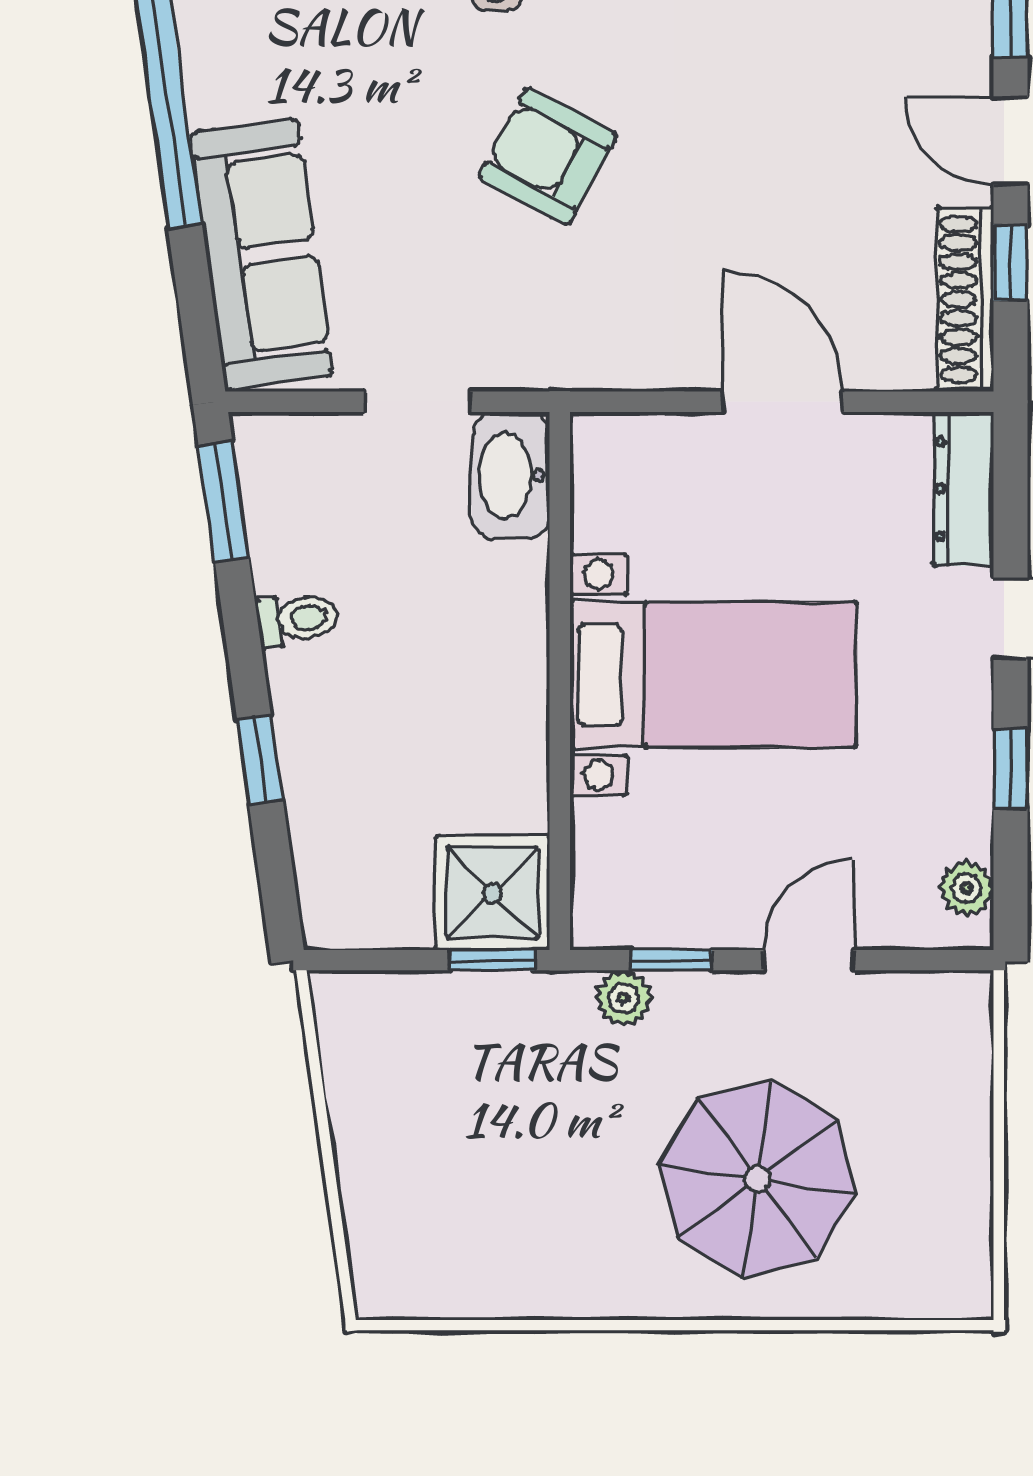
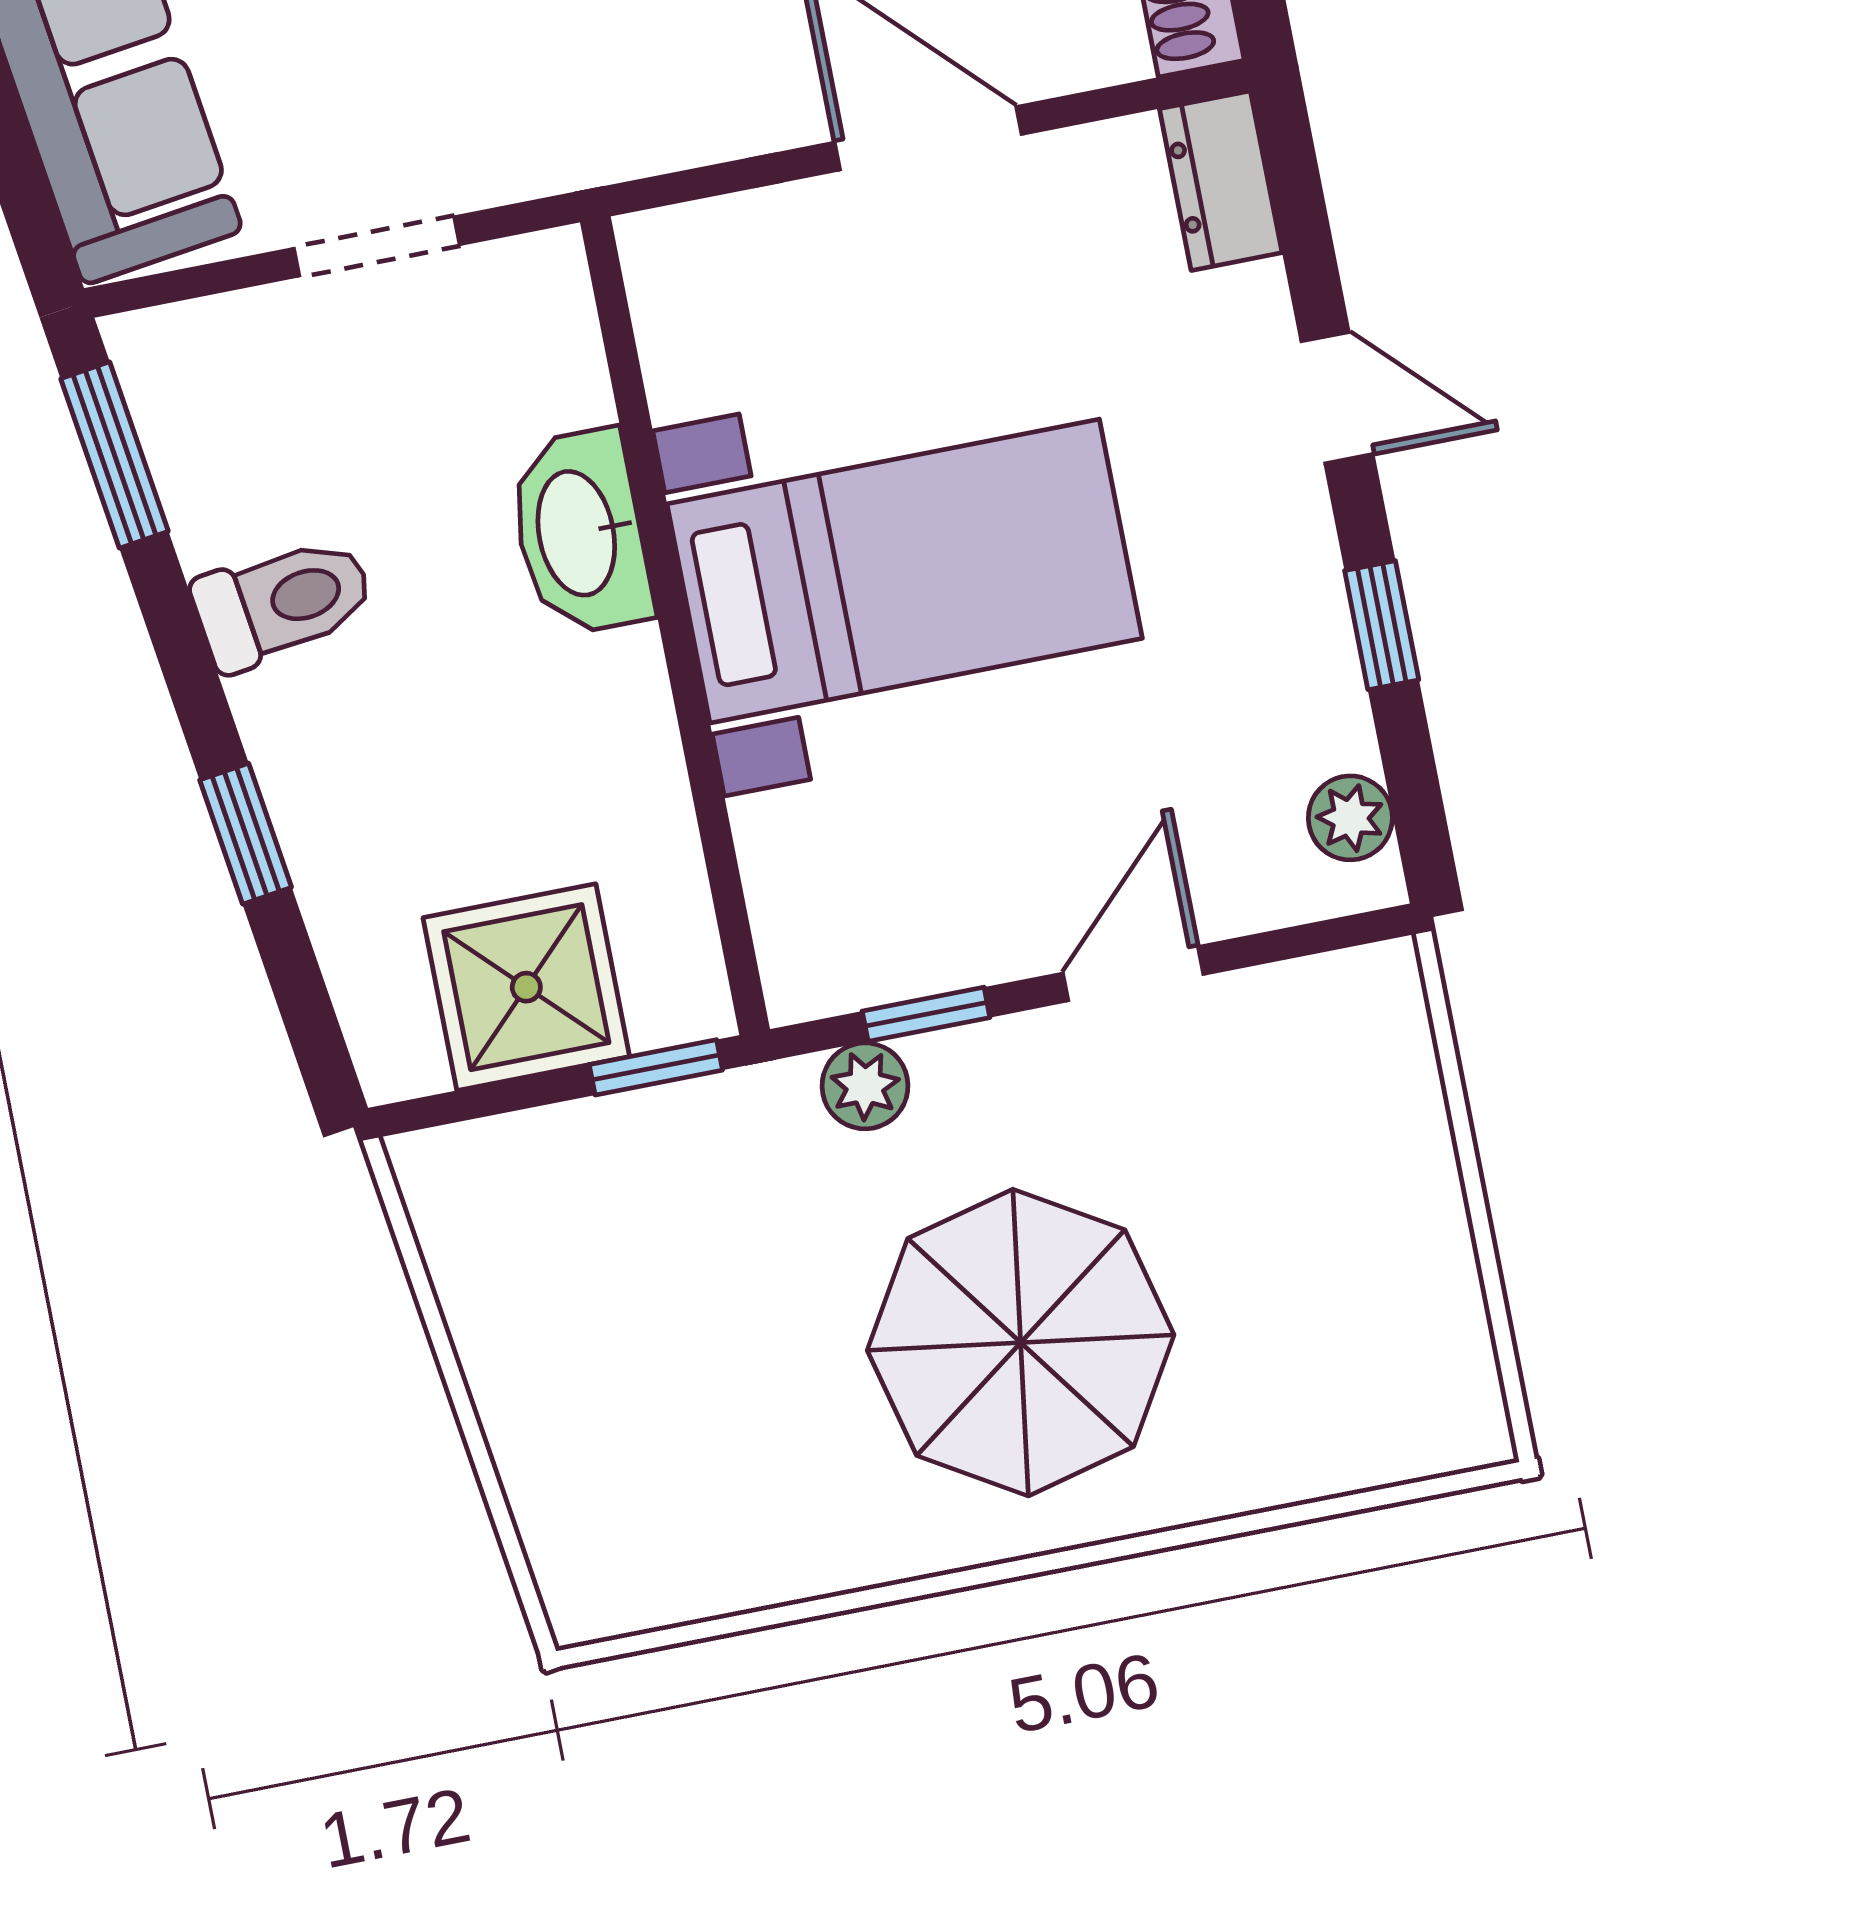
washbasin: (511, 476) -> (580, 533), moved
dresser: (964, 489) -> (1221, 181), width x0.70
toilet: (297, 619) -> (283, 602), width x1.37, depth x1.39
shower: (492, 893) -> (526, 987), moved
parasol: (758, 1179) -> (1021, 1343), moved

